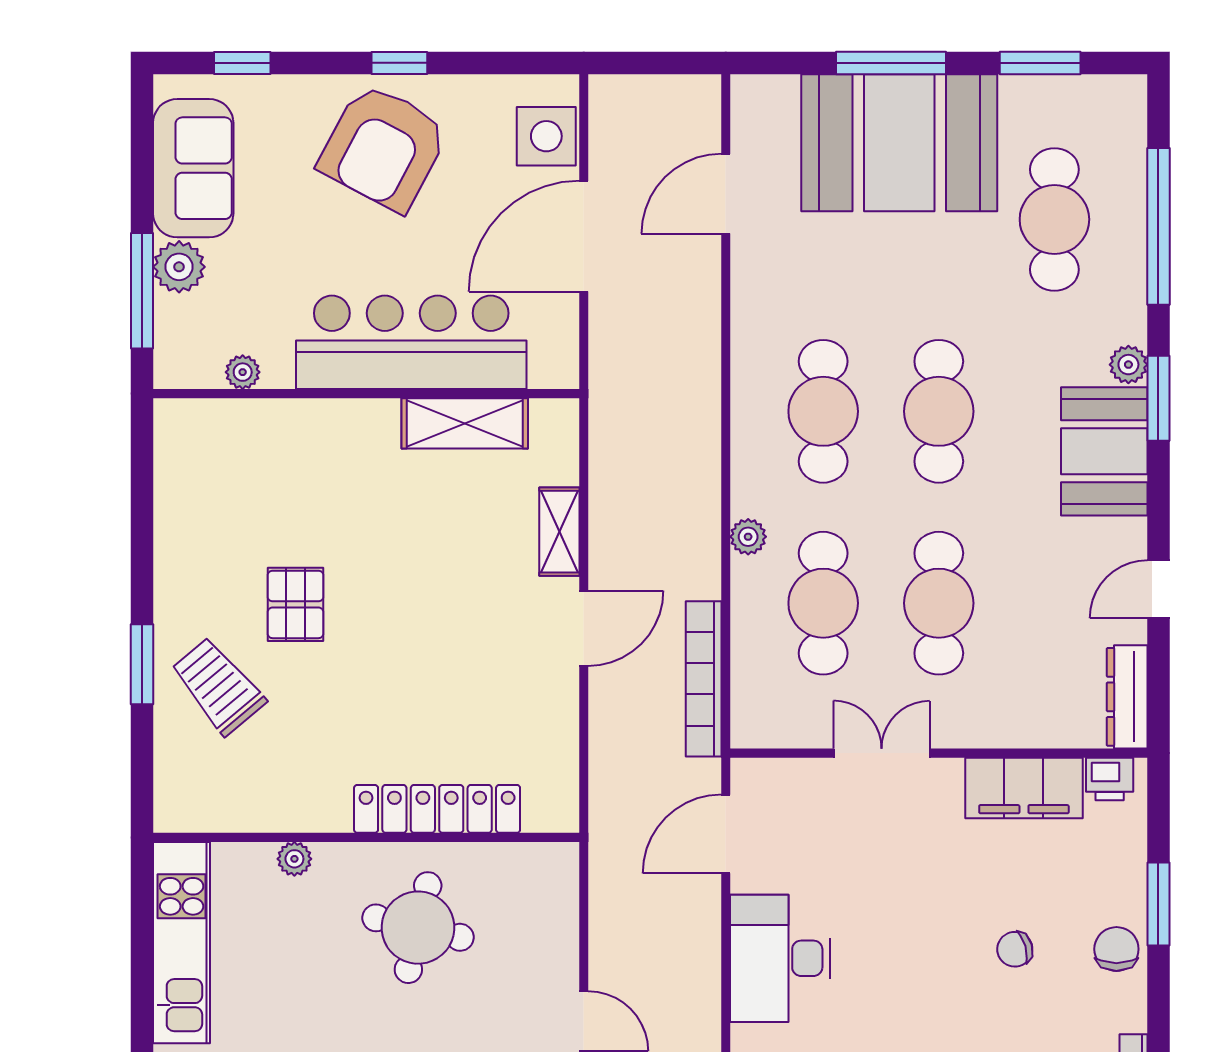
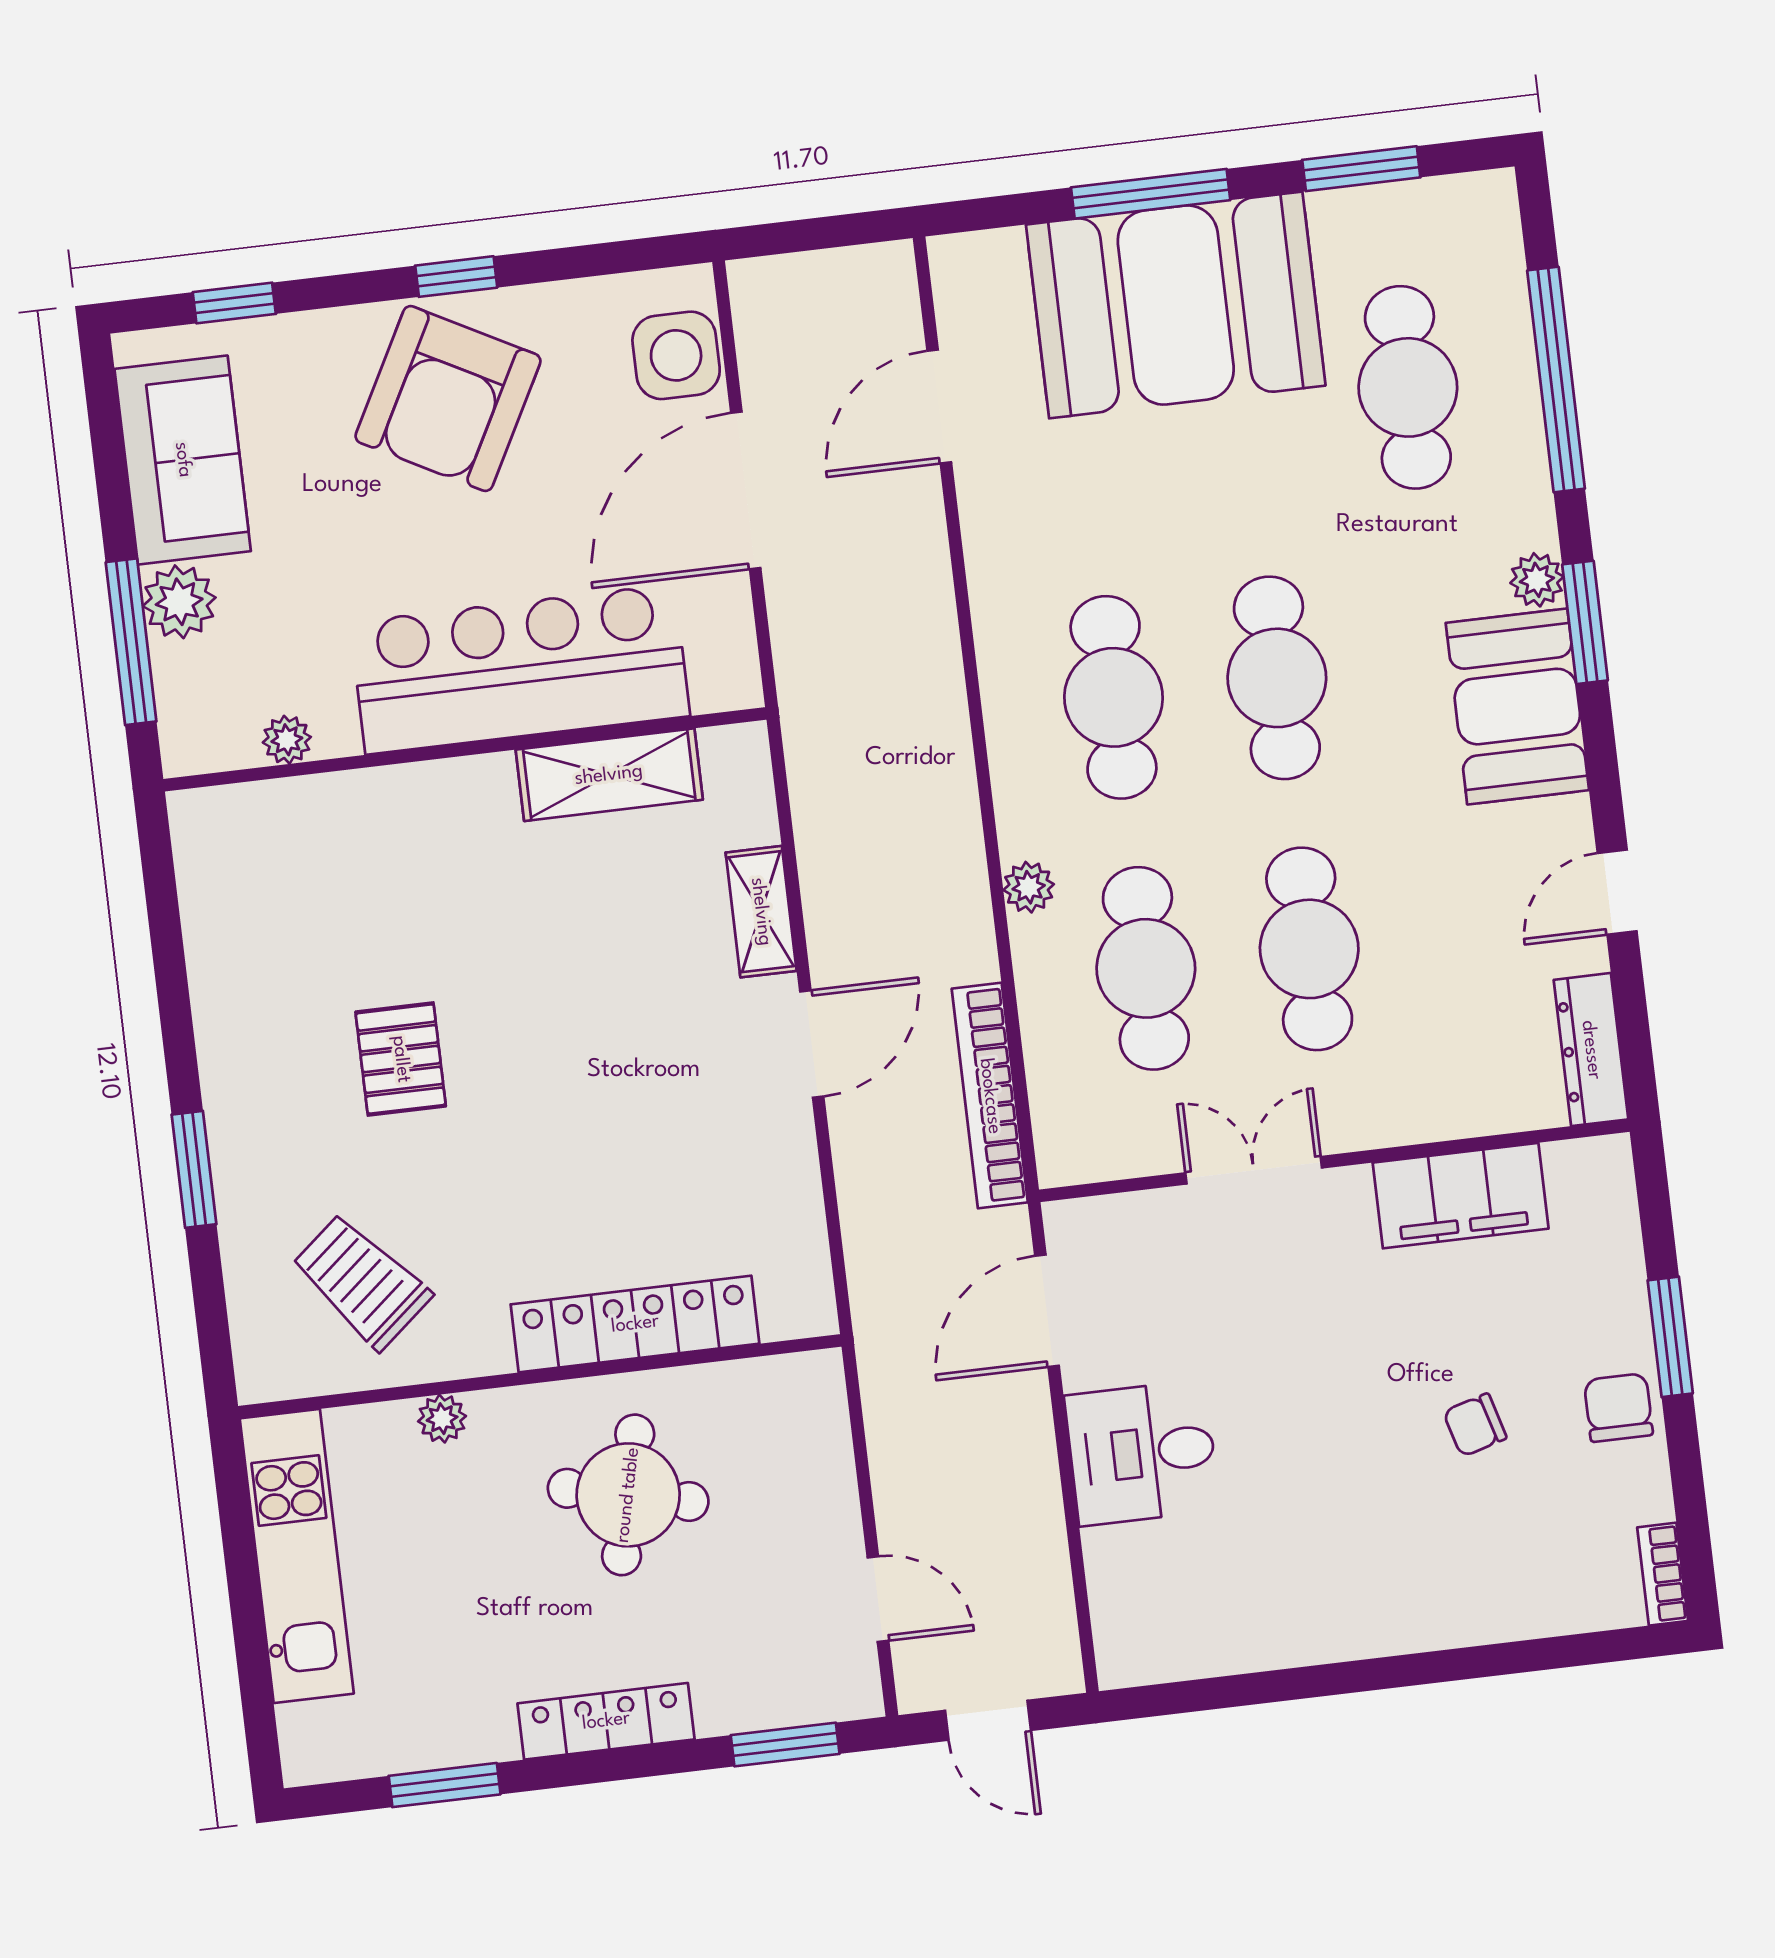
trolley: (218, 686) -> (361, 1281), moved
printer: (1110, 779) -> (1580, 1168), removed
desk: (780, 958) -> (1142, 1453), width x0.73

